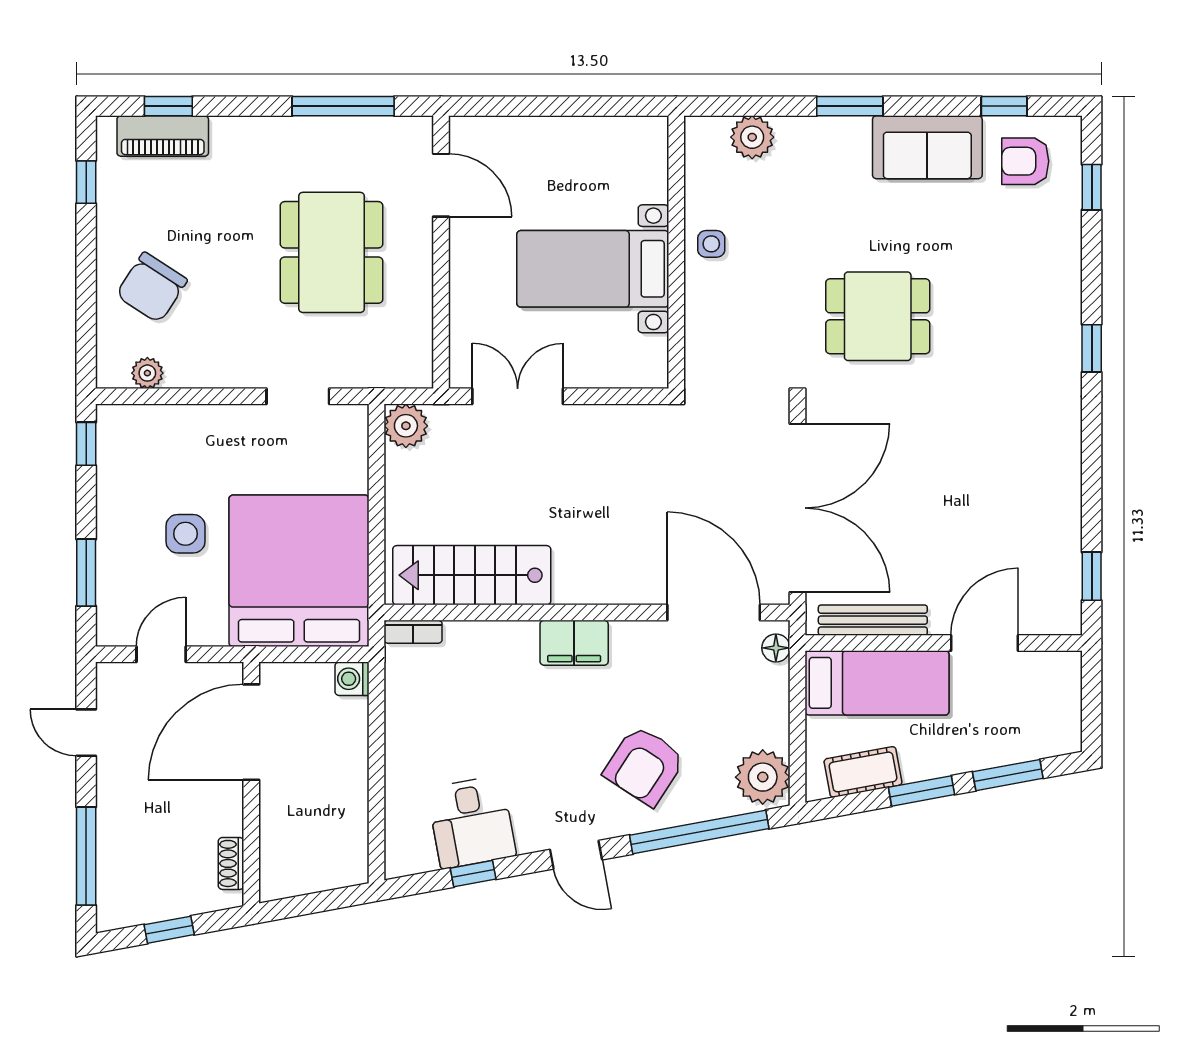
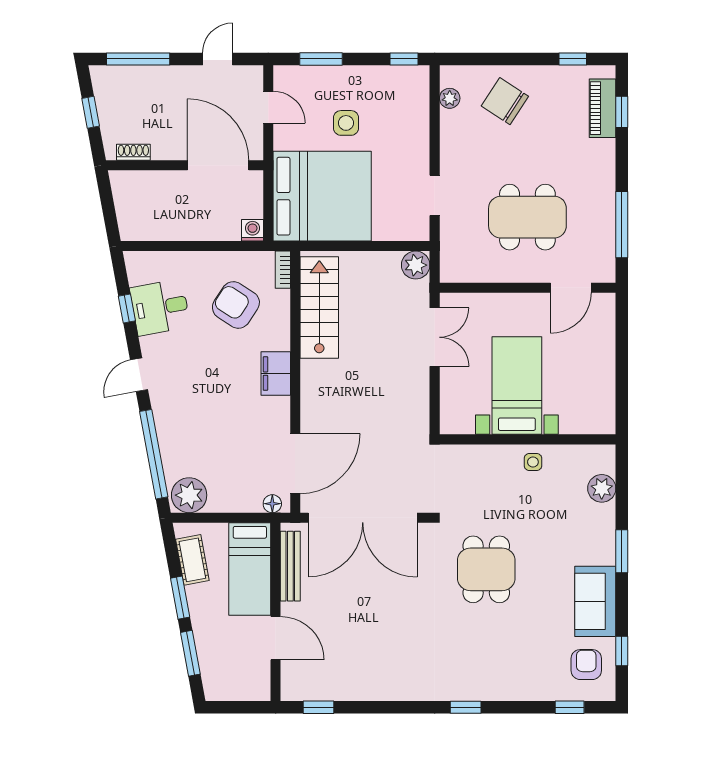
armchair: (644, 766) -> (236, 305), moved

